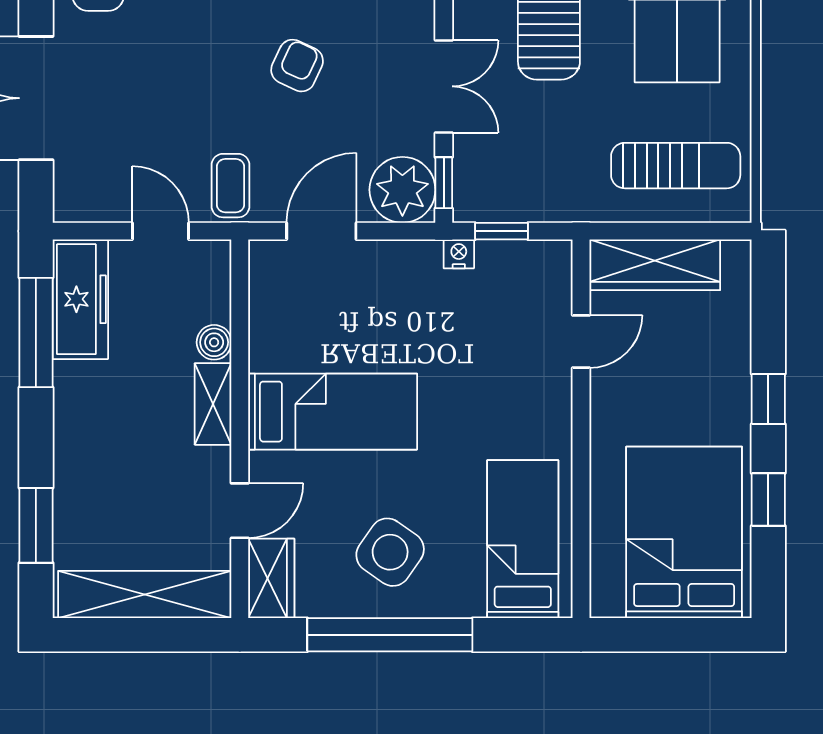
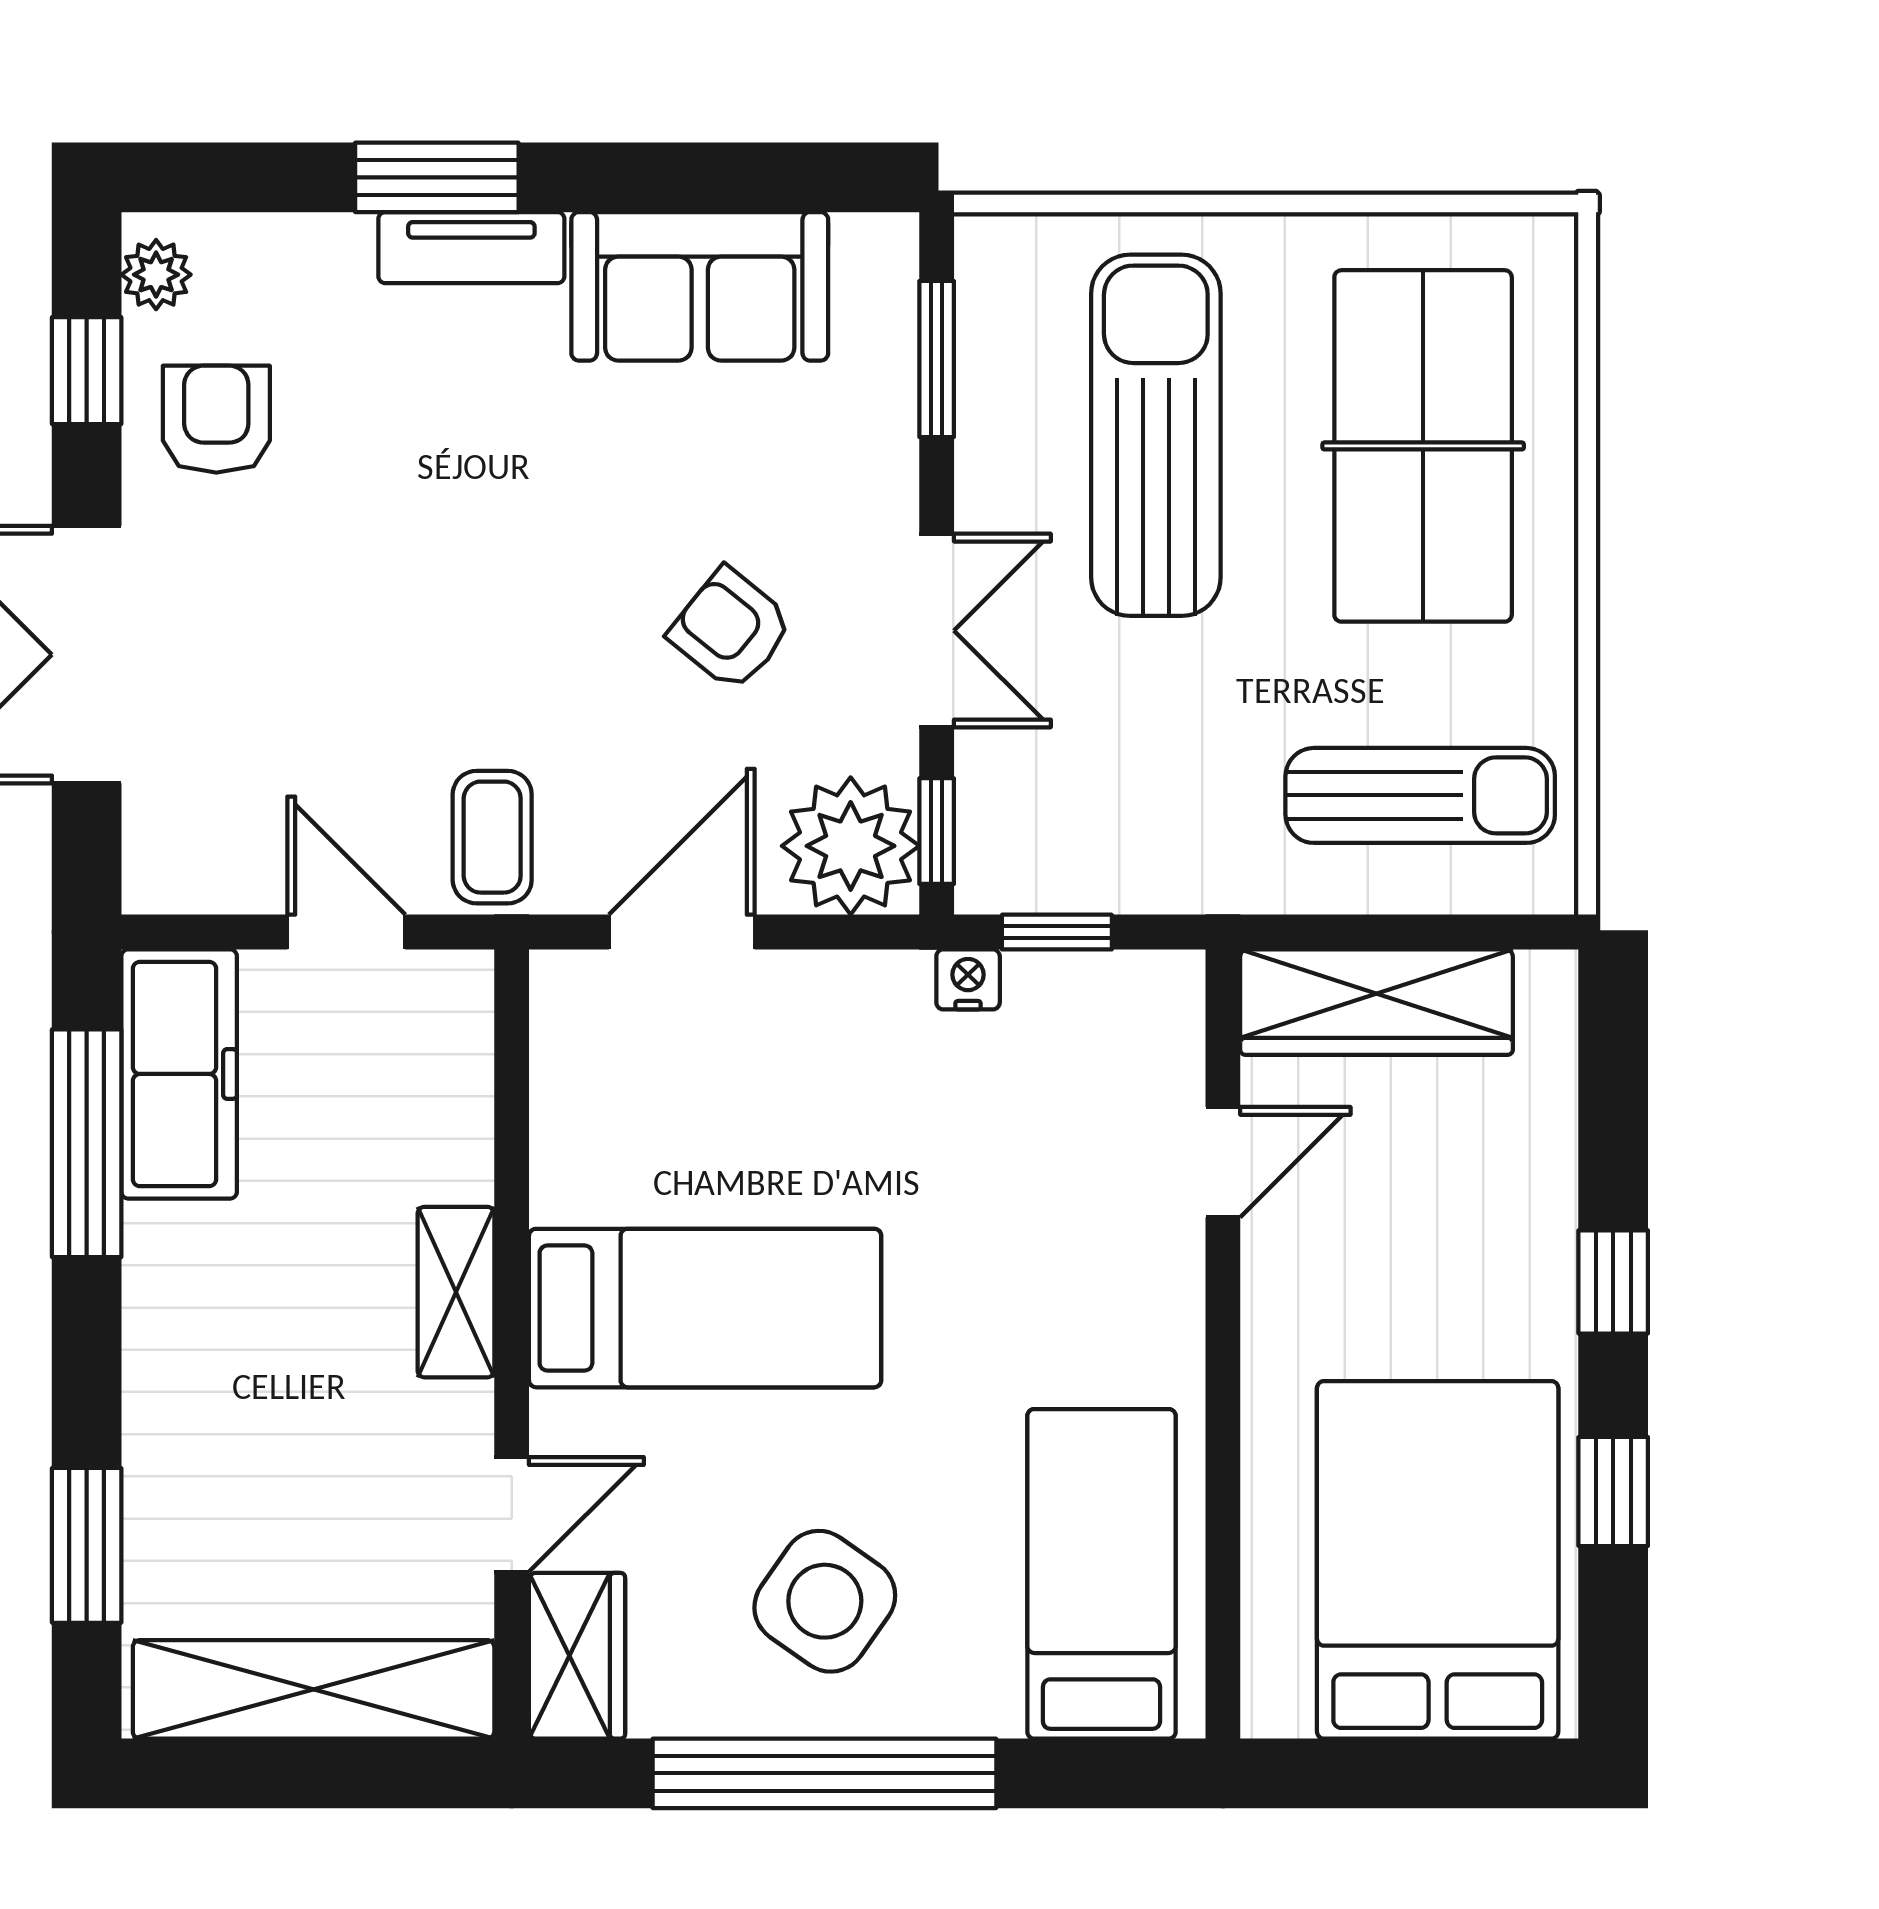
armchair: (297, 66) -> (731, 629), moved, turned -76
boiler: (214, 342) -> (458, 1164), removed

